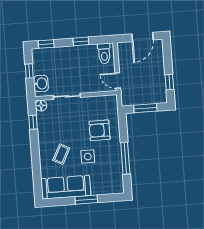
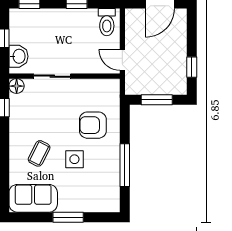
sofa: (66, 187) -> (33, 198), width x0.73

